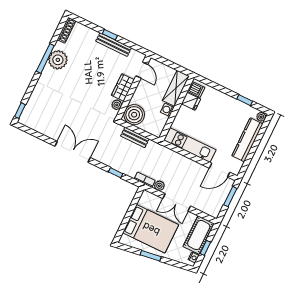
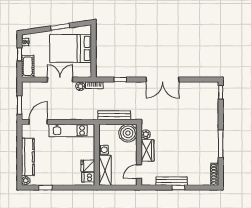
plant: (58, 60) -> (210, 147), removed
door: (142, 70) -> (139, 172), hinge flipped
bench: (135, 137) -> (114, 115), width x1.36
cot: (199, 235) -> (28, 66), width x0.73, depth x0.75

